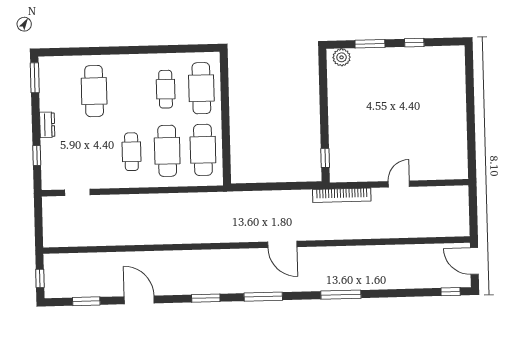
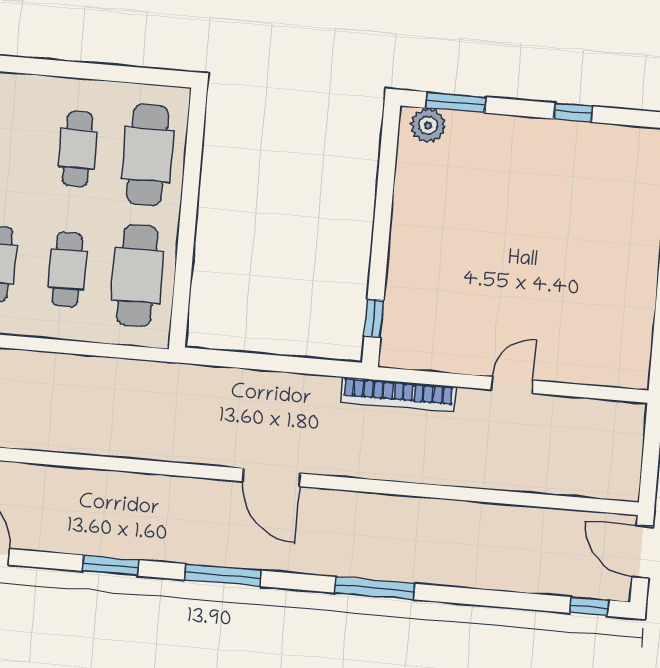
window: (370, 44) -> (456, 102), moved
cafe table: (167, 151) -> (67, 270), width x0.73, depth x0.74

